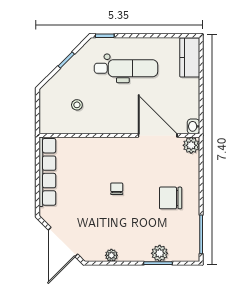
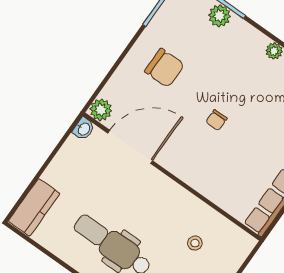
door: (158, 135) -> (130, 147), swing flipped

